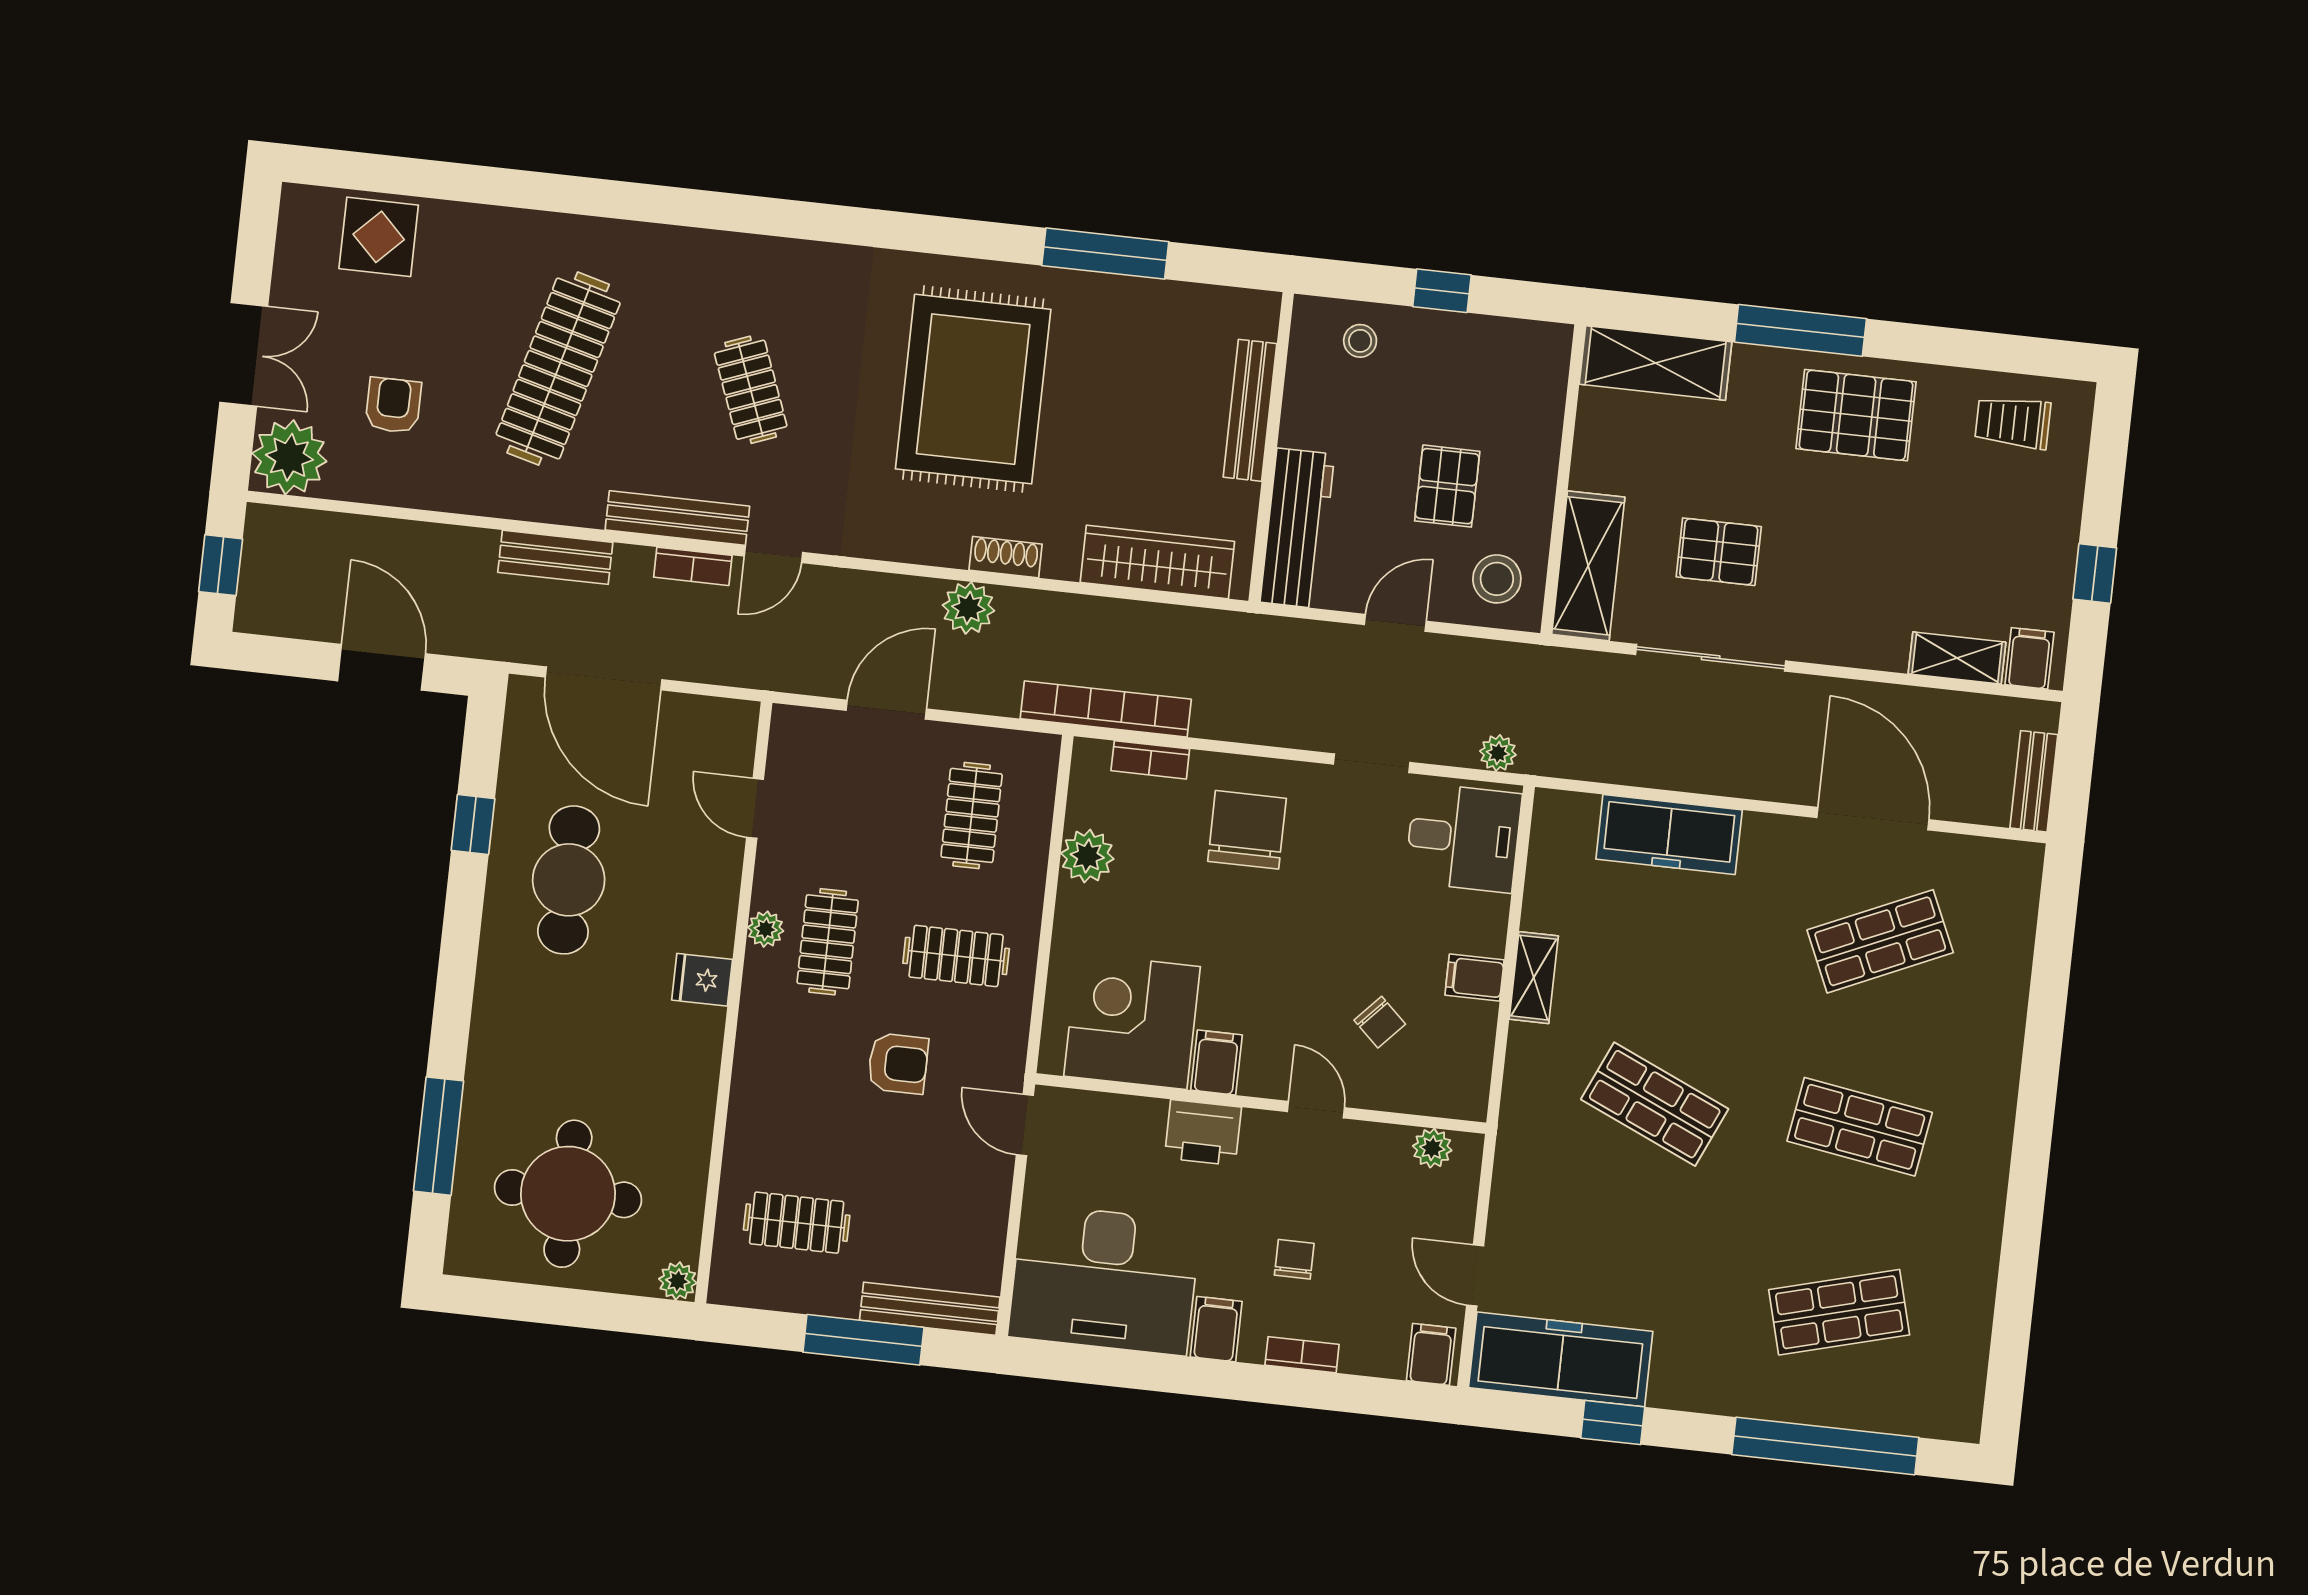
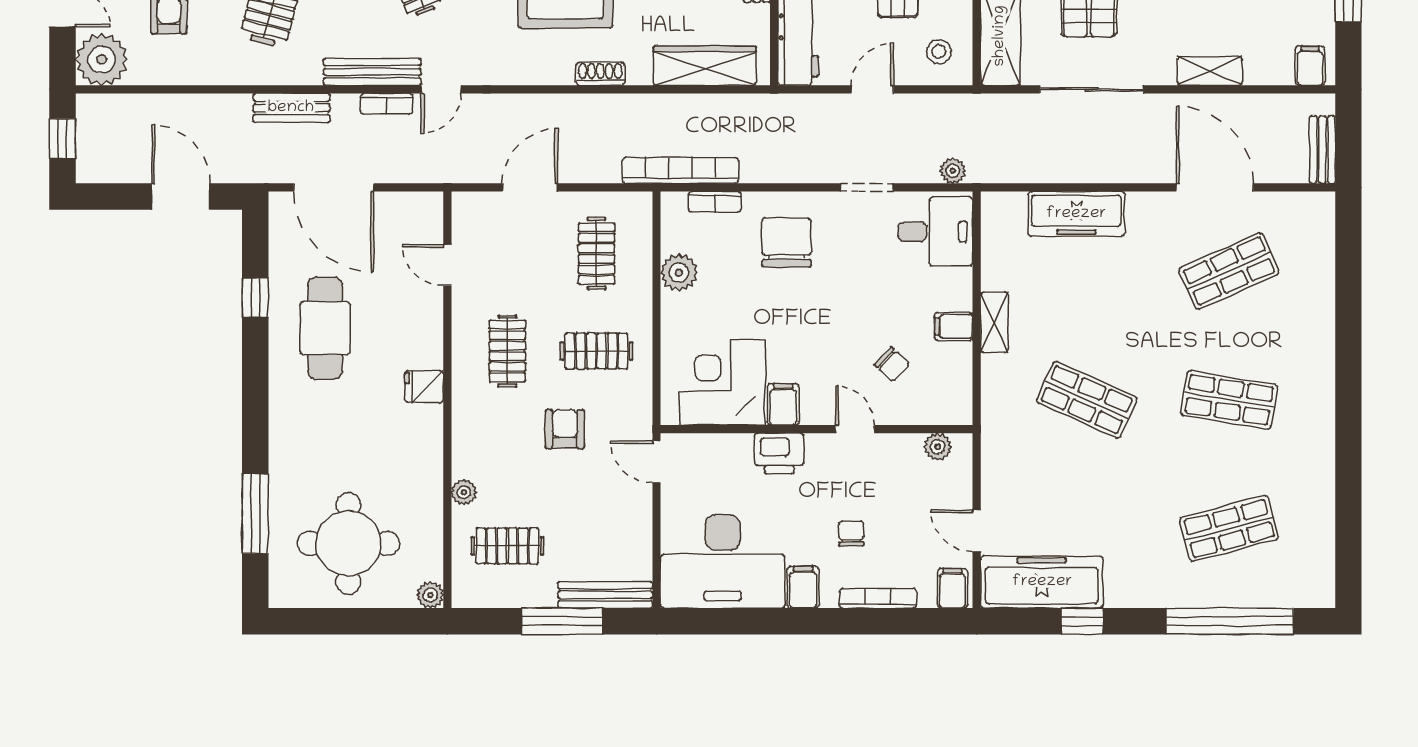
stool: (1497, 579) -> (939, 52), width x0.73, depth x0.73
plant: (968, 608) -> (579, 111), removed
shelving: (1957, 658) -> (1210, 71), moved
plant: (766, 929) -> (464, 492), moved
armchair: (898, 1063) -> (565, 429), turned -90
bookcase: (1302, 1355) -> (878, 598), width x1.56

